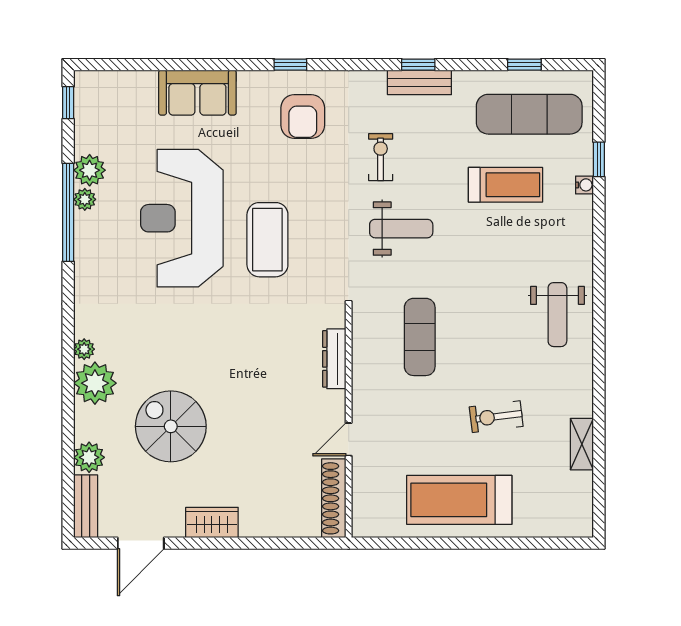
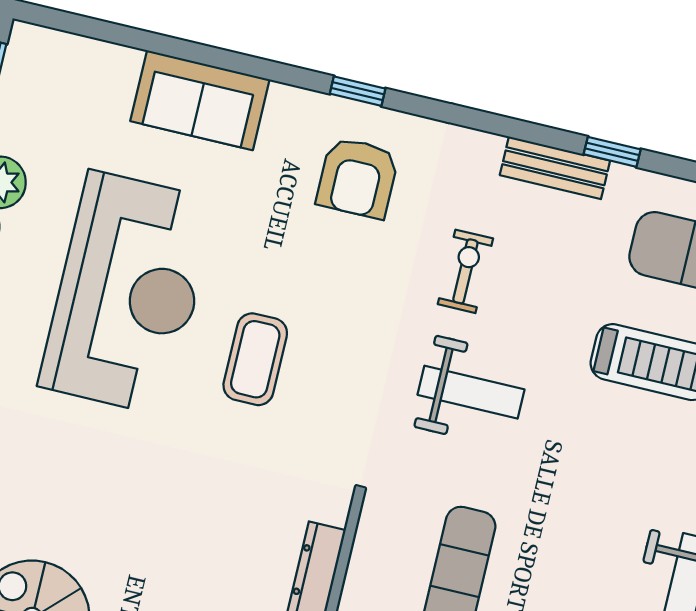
window: (418, 65) -> (612, 152), moved
reception desk: (182, 218) -> (128, 293), turned 180
coffee table: (267, 240) -> (255, 359), width x0.73, depth x0.76

